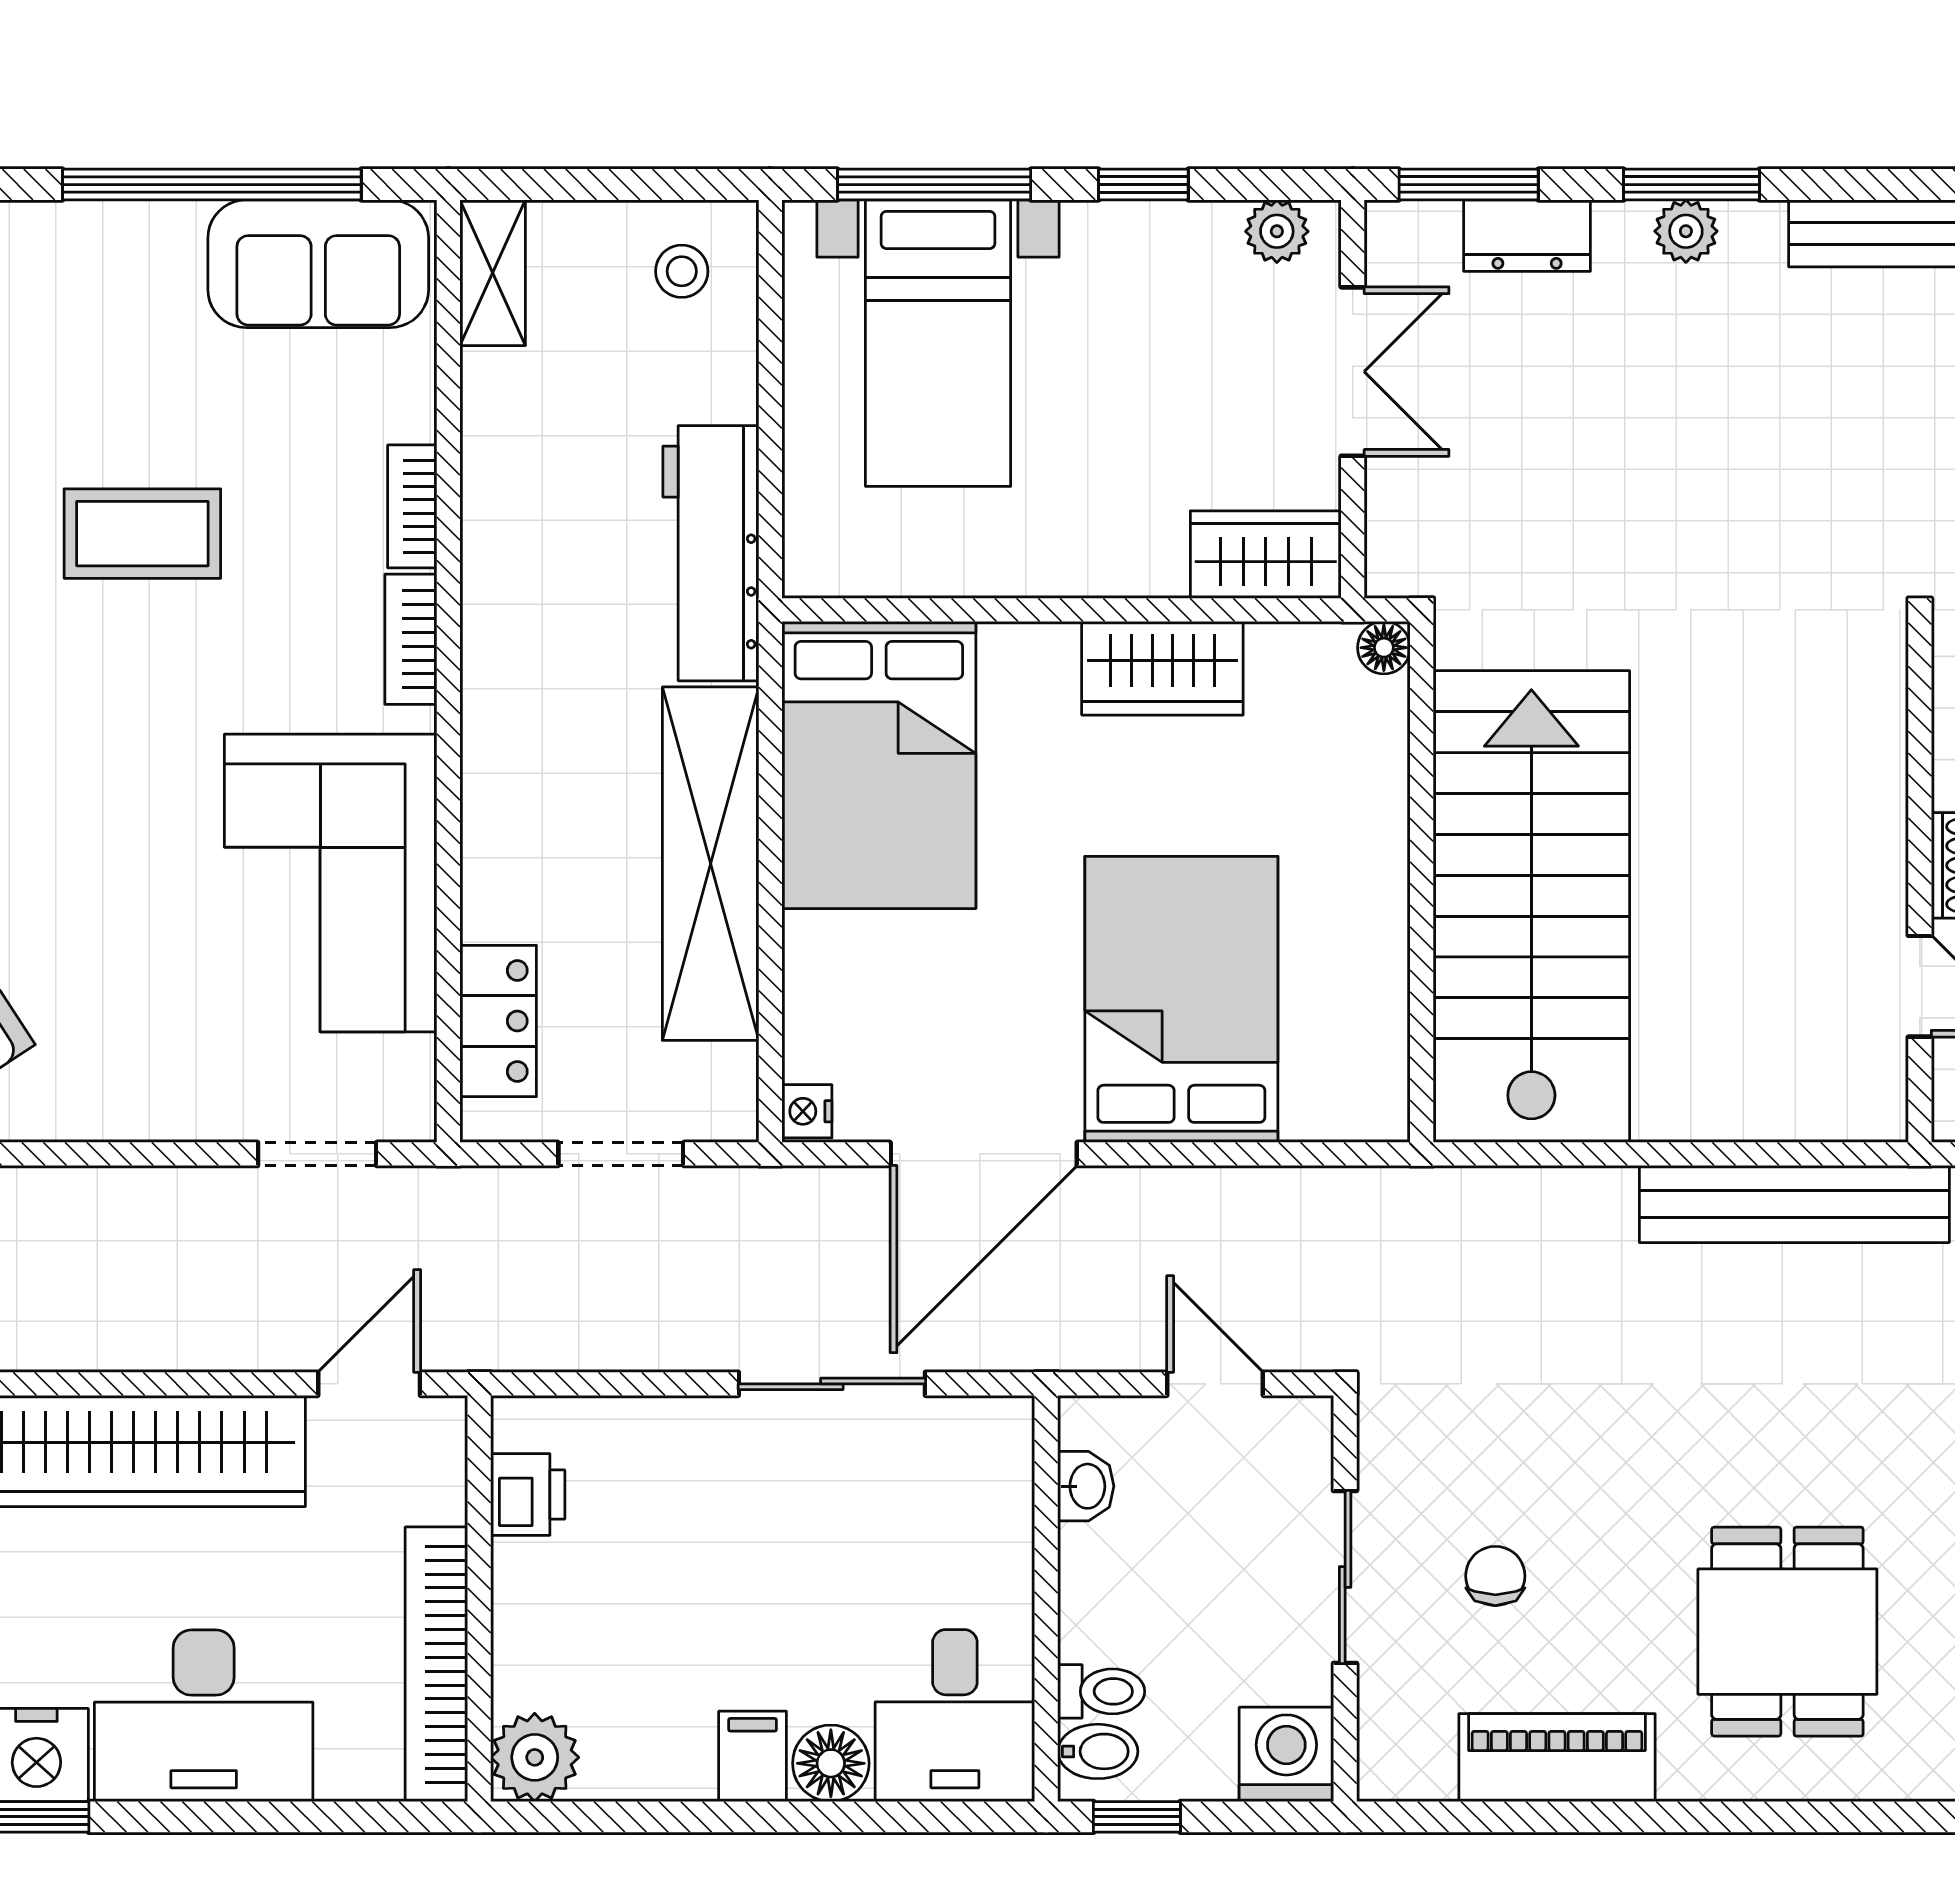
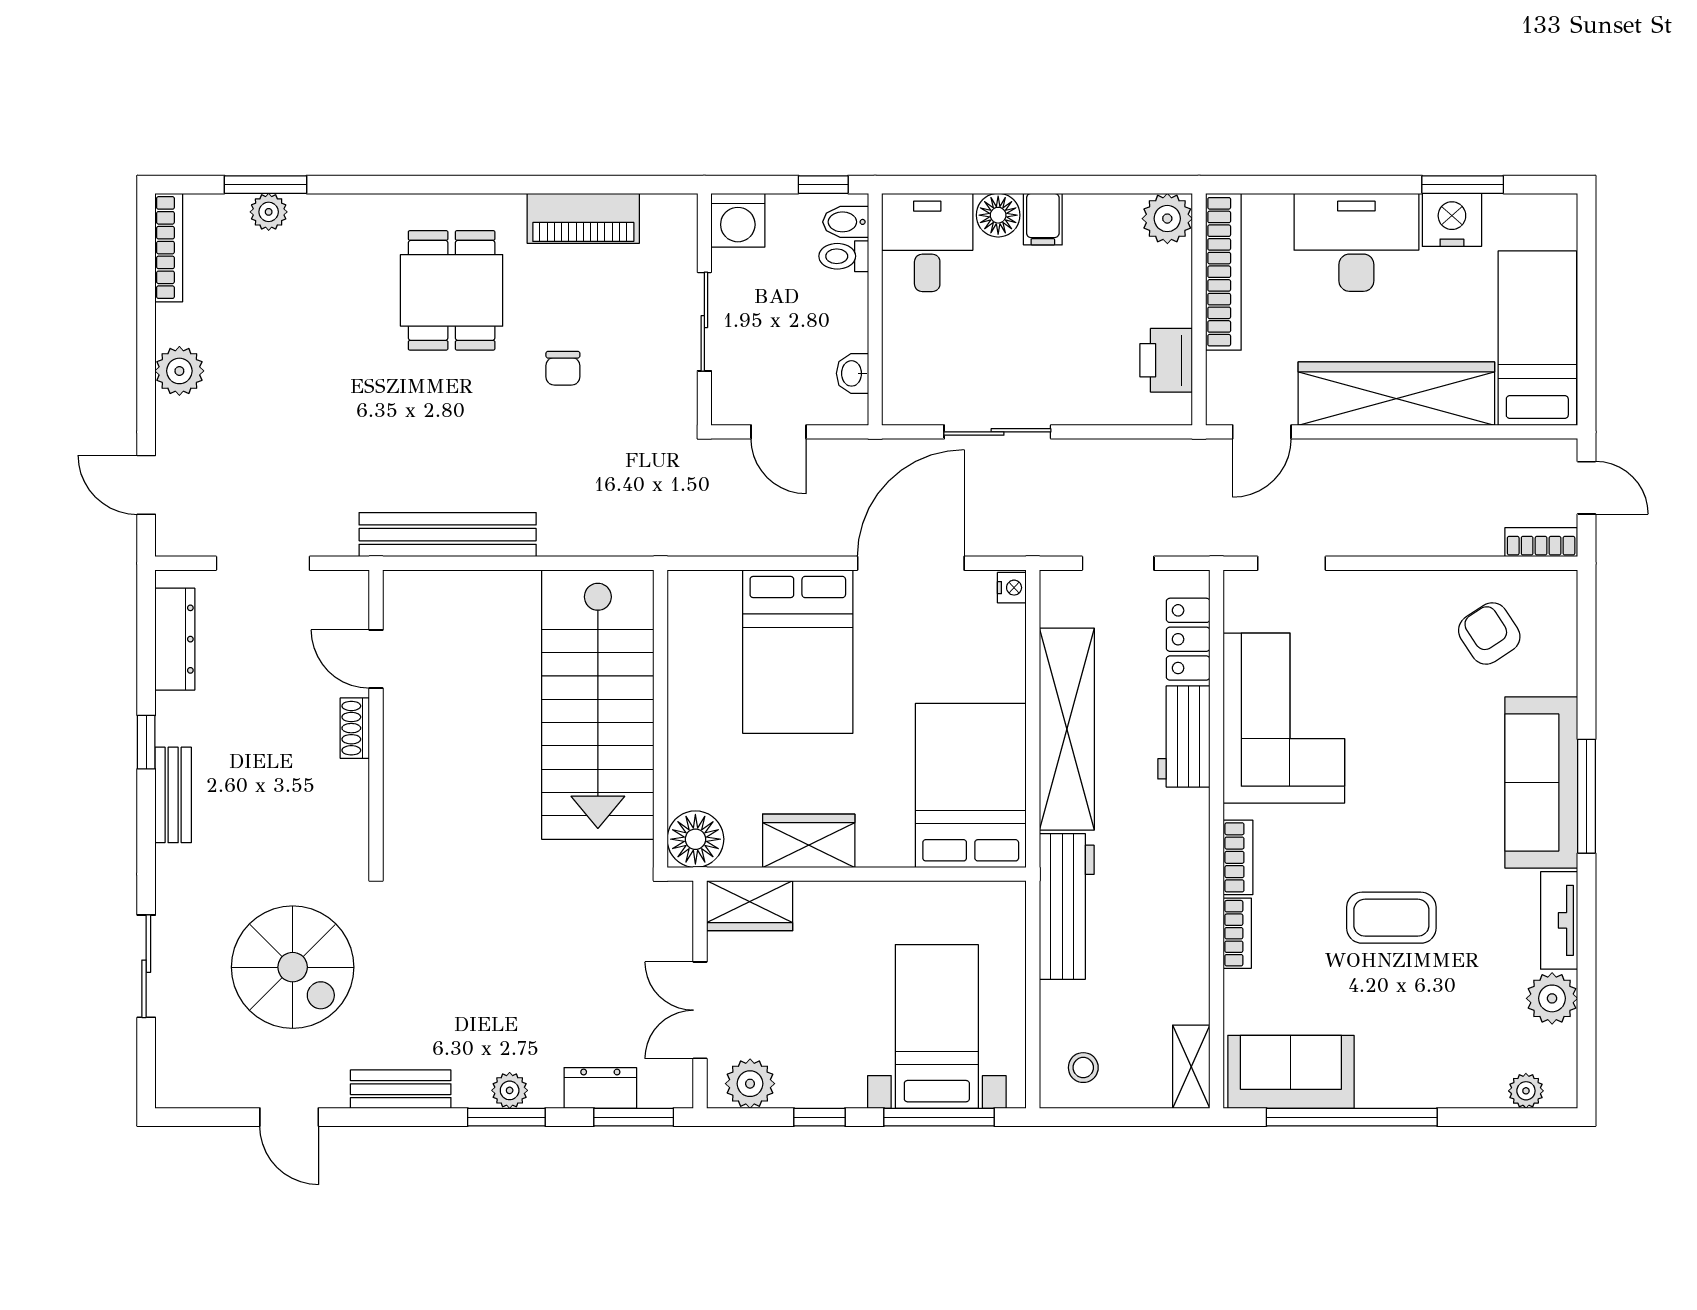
plant: (1277, 231) -> (750, 1084), width x1.38, depth x1.38
floor lamp: (1384, 648) -> (695, 839), width x1.89, depth x1.89
workbench: (506, 851) -> (1184, 736), added
printer: (528, 1494) -> (1166, 360), width x1.36, depth x1.24
chair: (1495, 1576) -> (563, 368), moved

